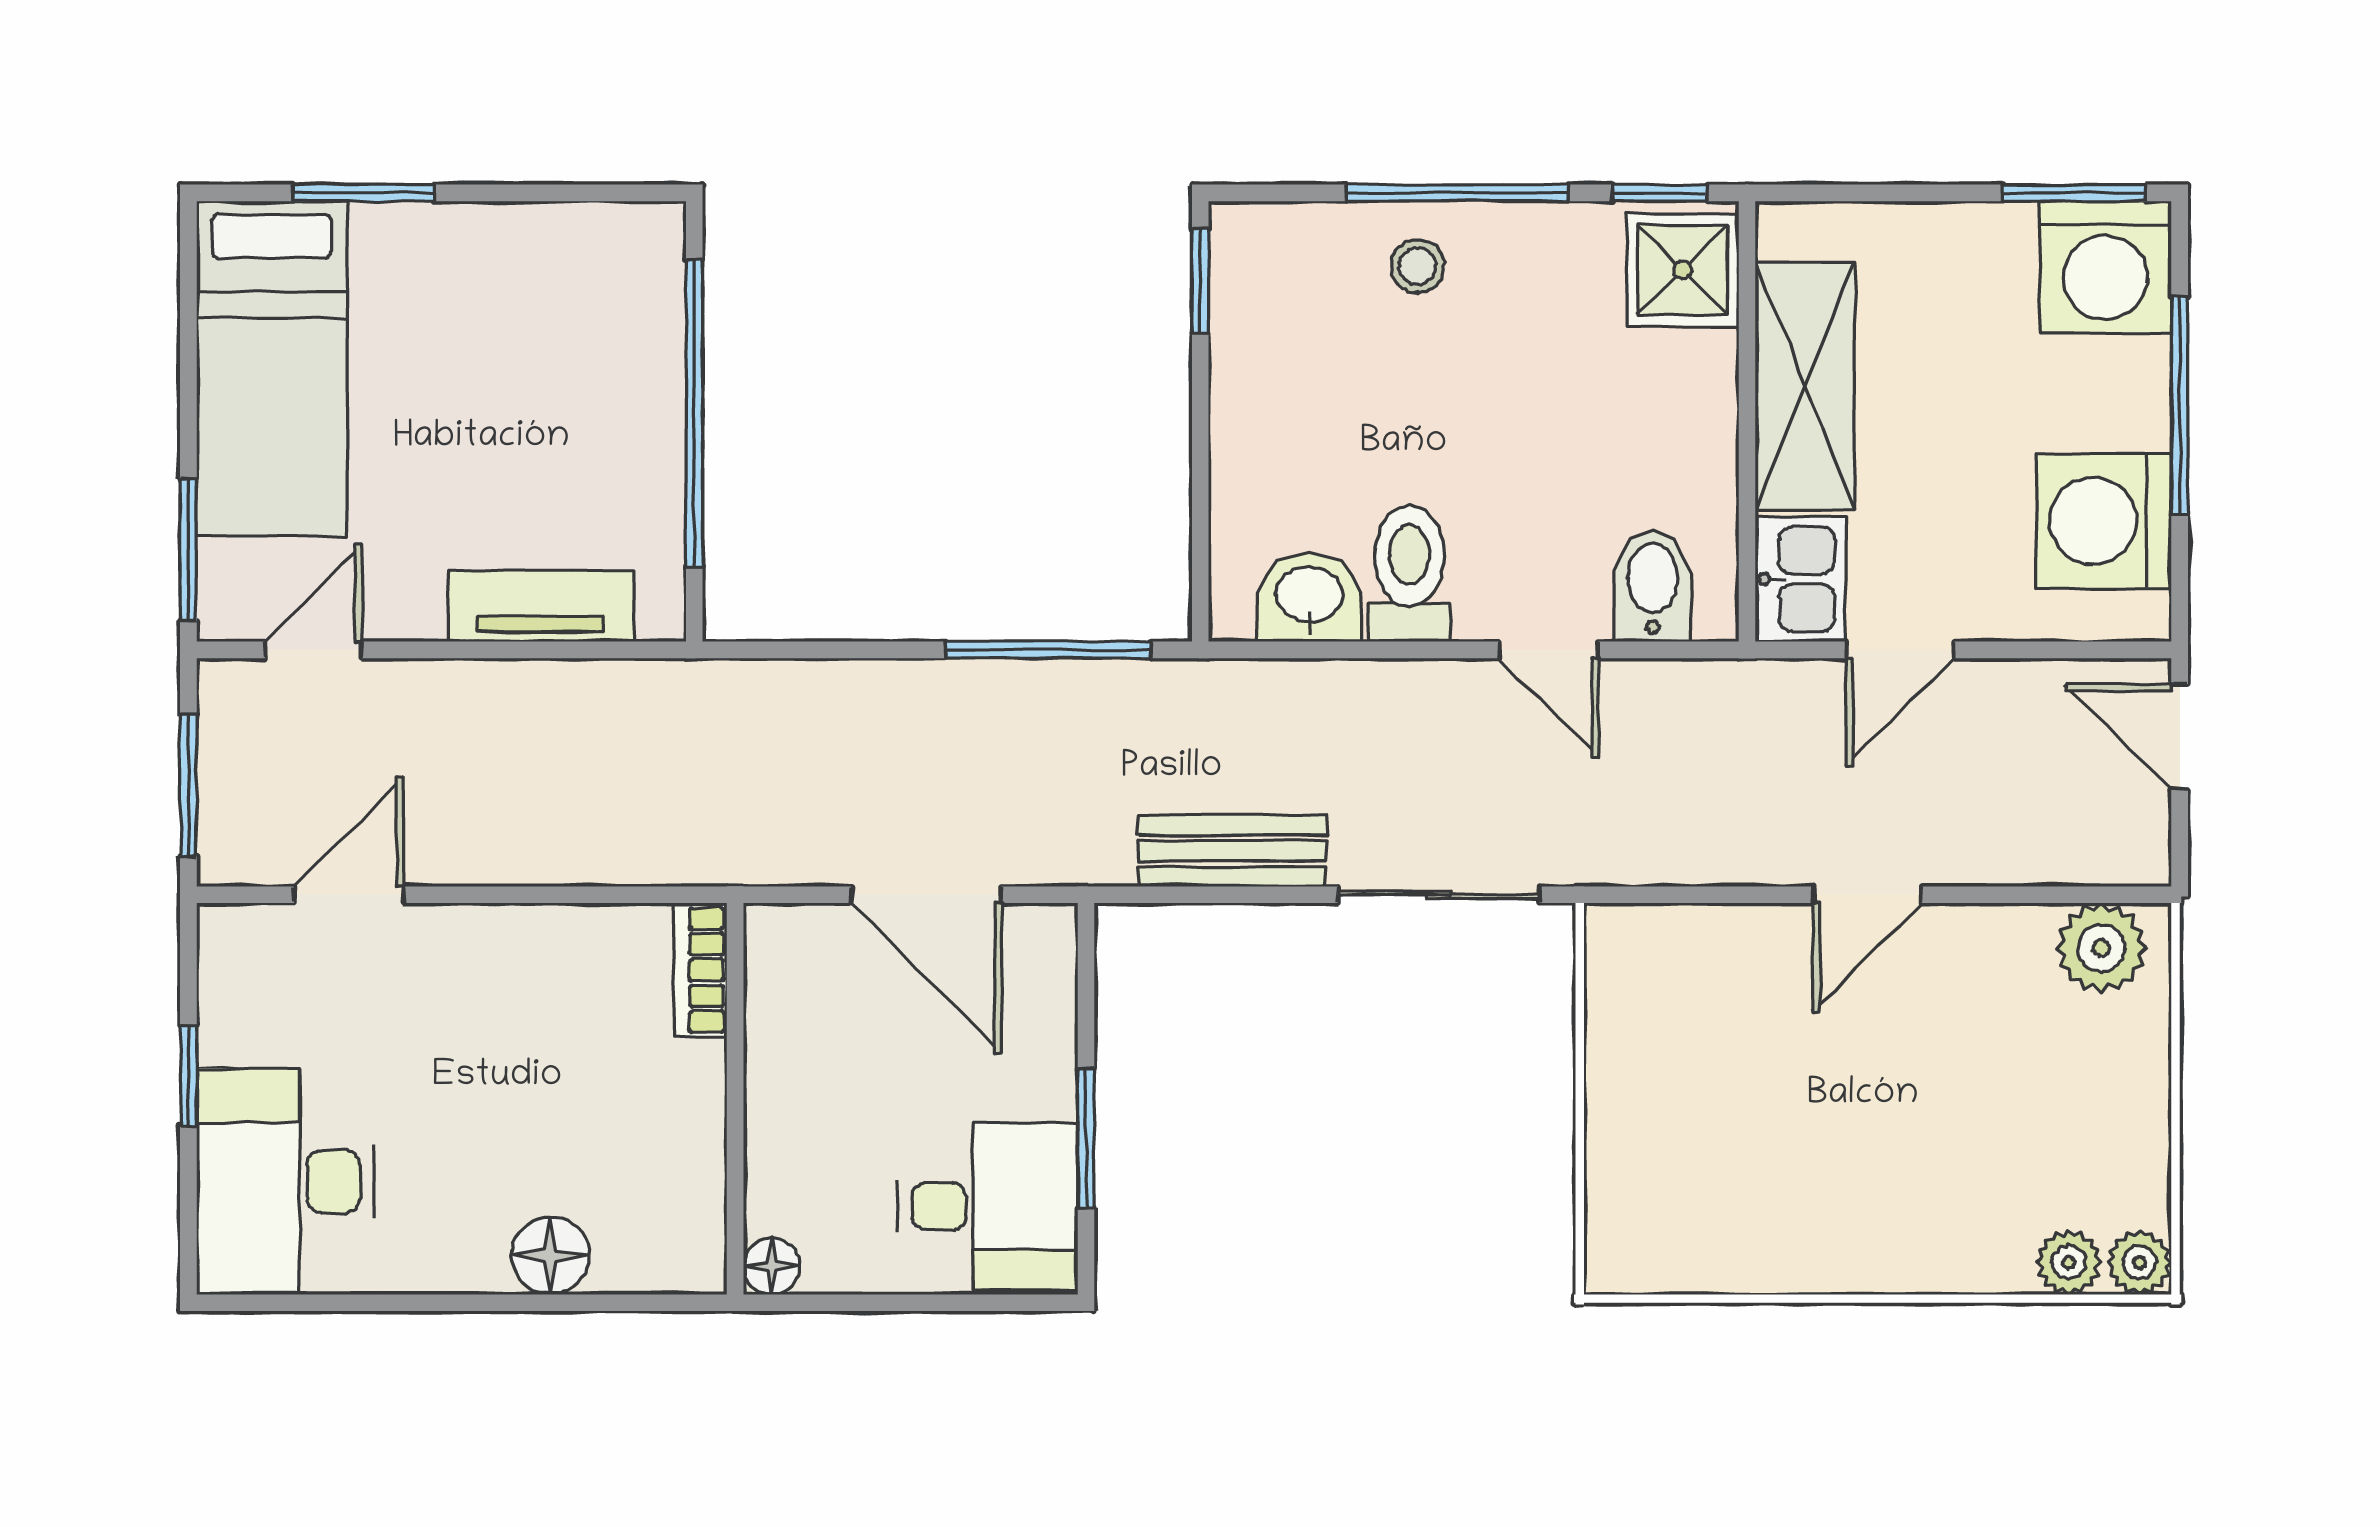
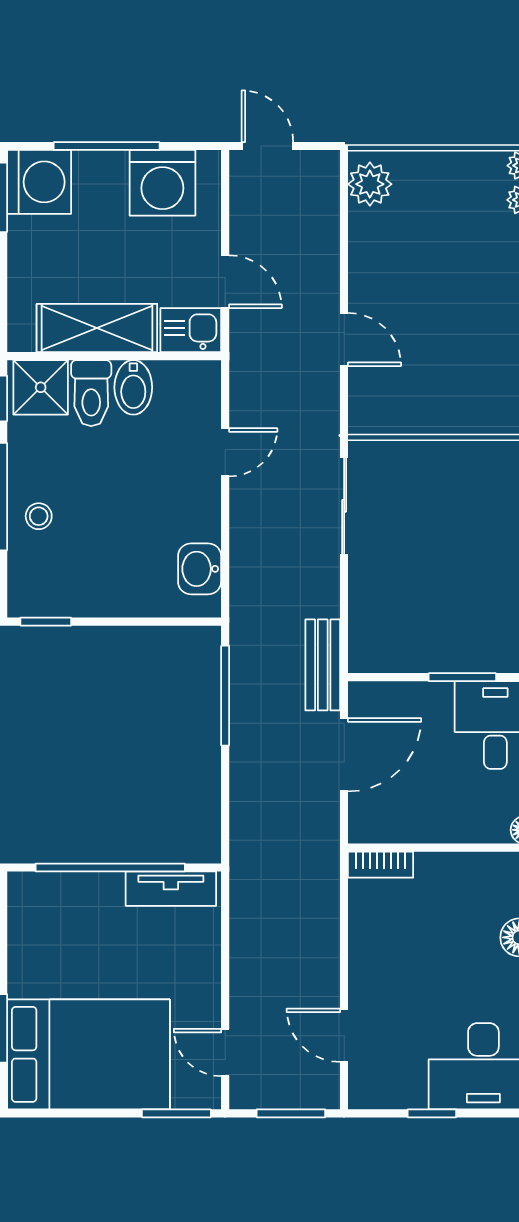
bed: (272, 369) -> (88, 1054), width x1.50
toilet: (1409, 574) -> (91, 393), moved, turned -90
bidet: (1653, 586) -> (133, 387), moved, turned -90
tv unit: (541, 606) -> (171, 889), moved, turned -90
door: (2180, 737) -> (267, 146), swing flipped
bench: (1232, 851) -> (323, 665), moved
door: (1867, 895) -> (344, 339), moved

